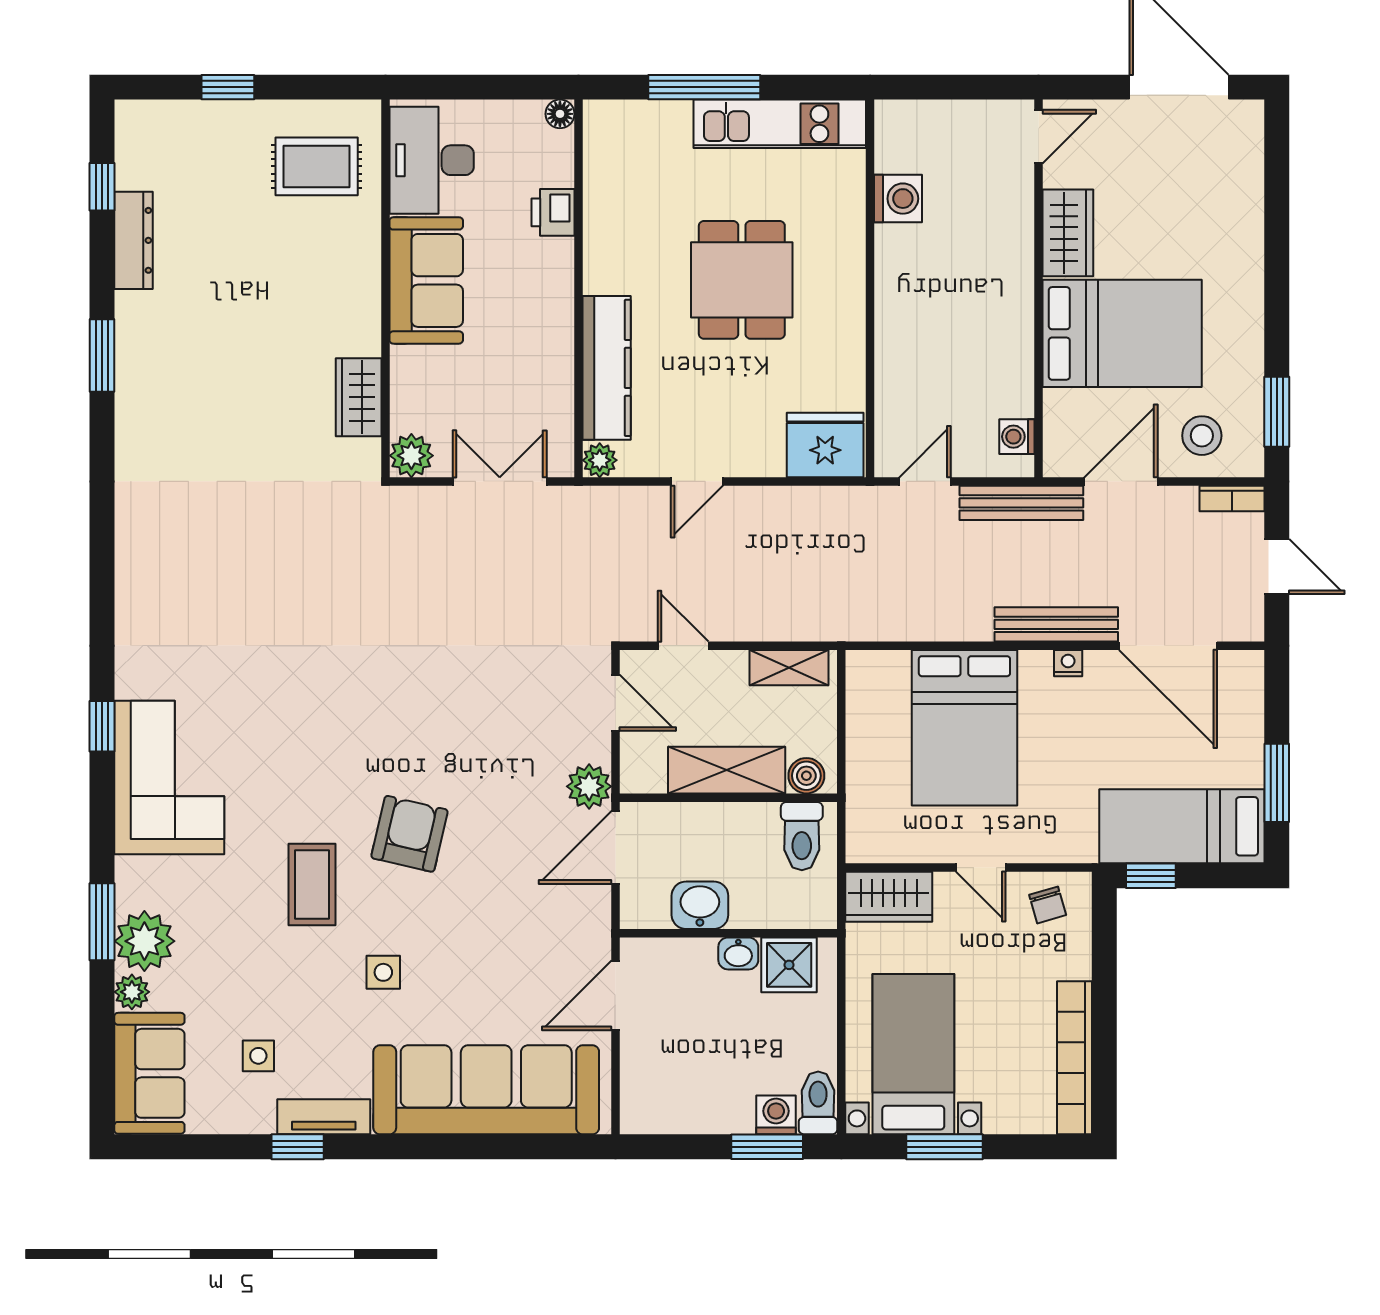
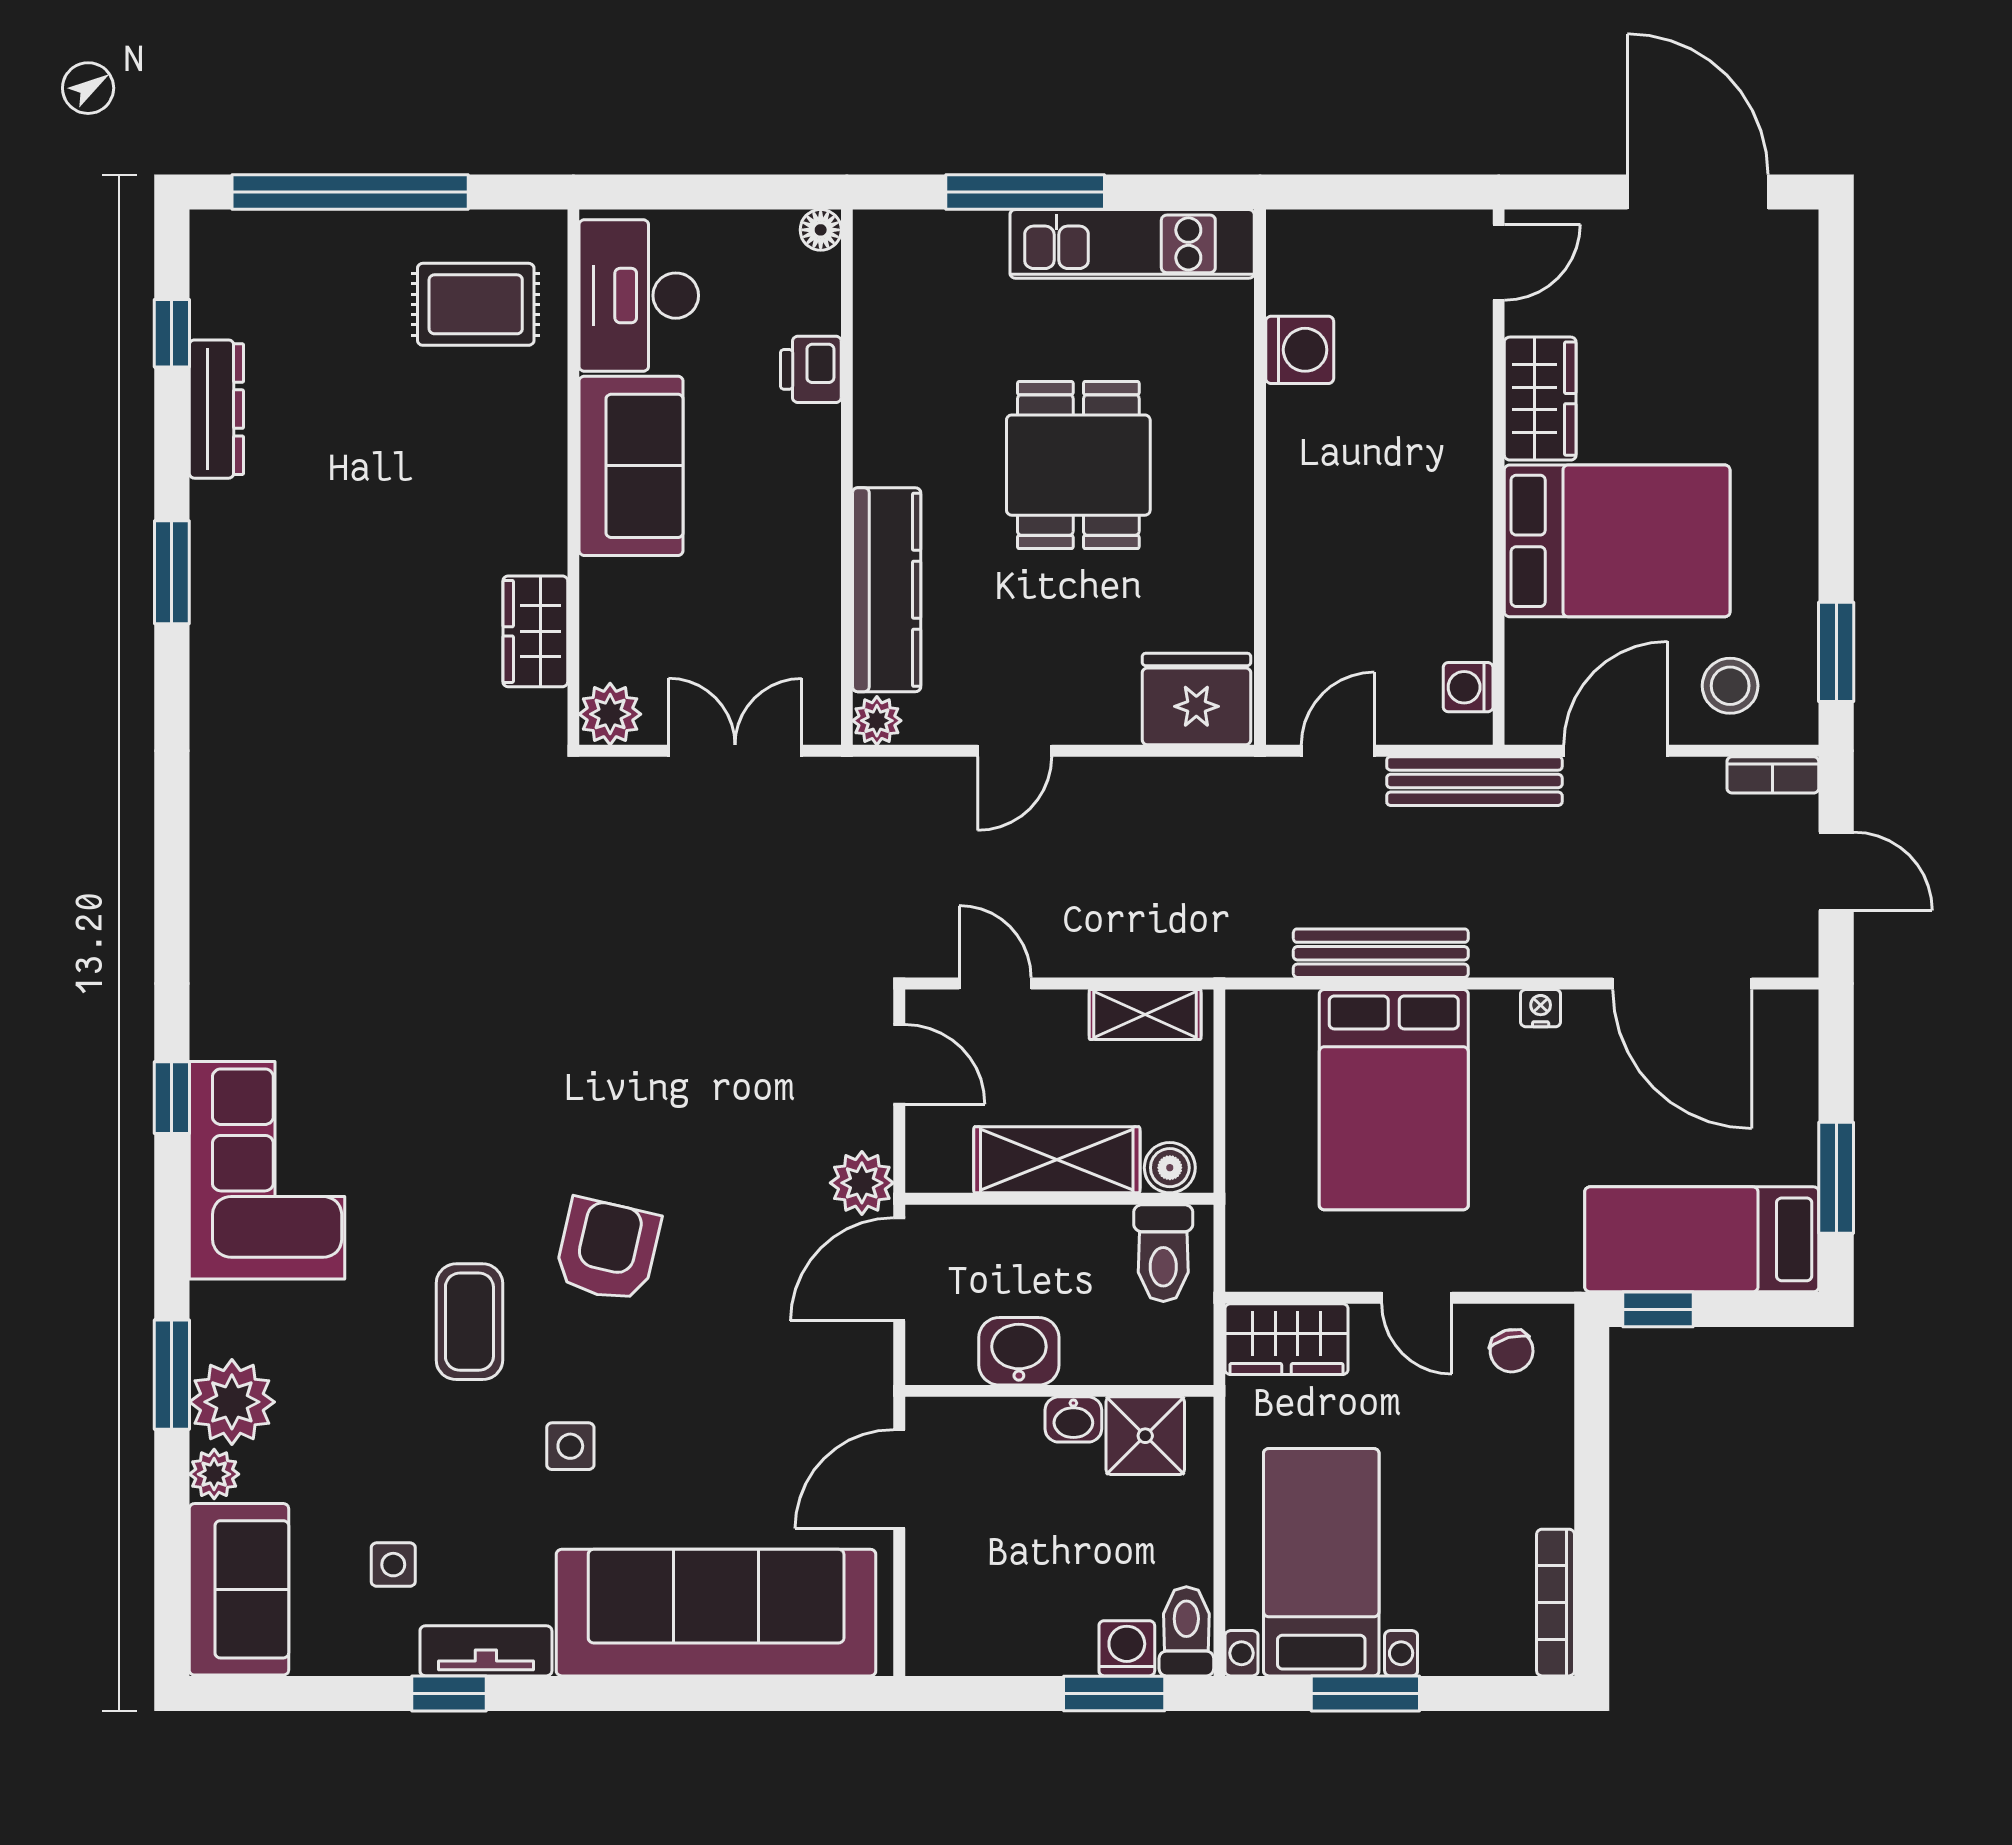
window: (228, 87) -> (350, 192), width x3.17
bench: (1056, 624) -> (1381, 953), moved
bookcase: (1074, 1058) -> (1556, 1603), width x0.68, depth x0.76

